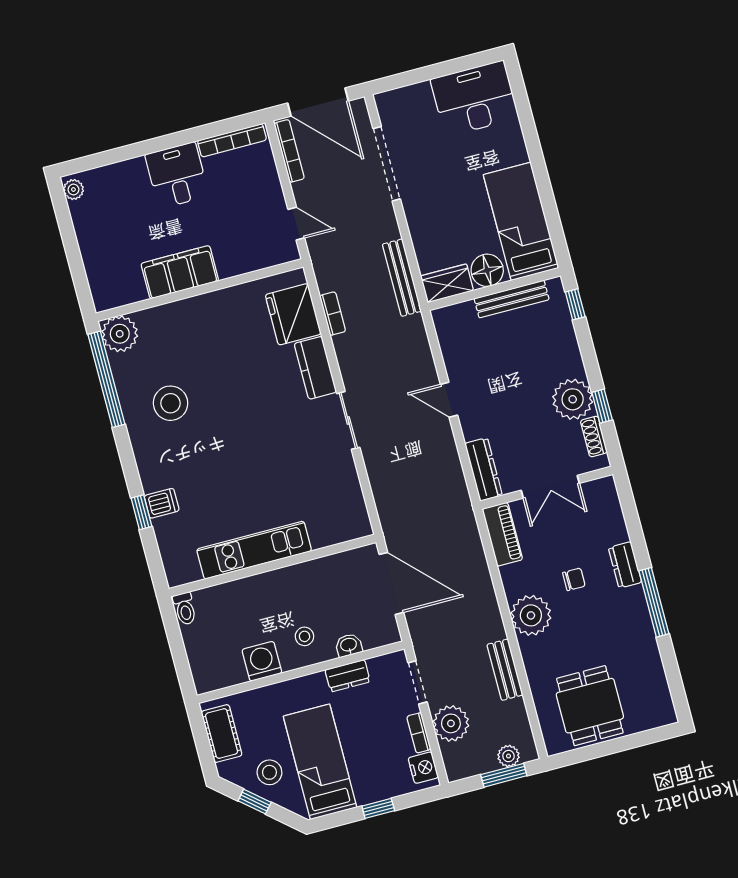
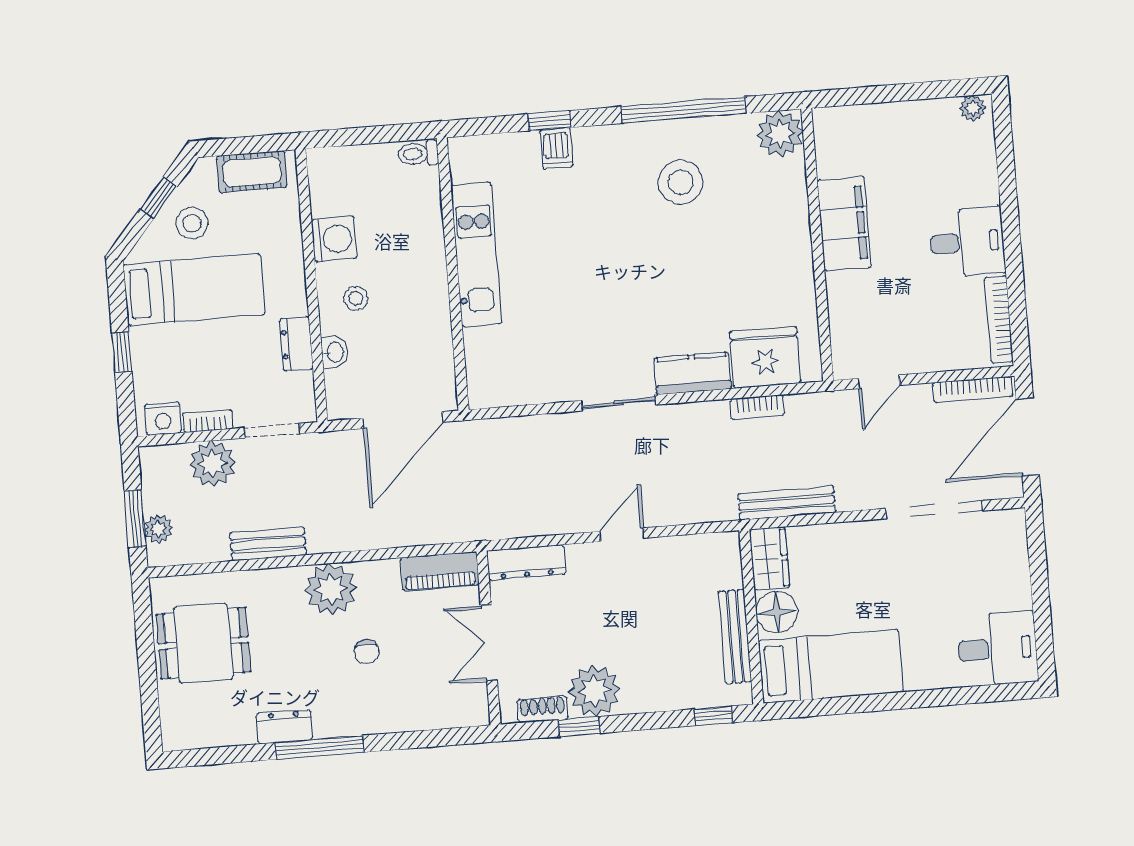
desk: (474, 99) -> (998, 649), width x0.73
window: (106, 379) -> (683, 110), moved
dresser: (625, 565) -> (284, 727), moved

